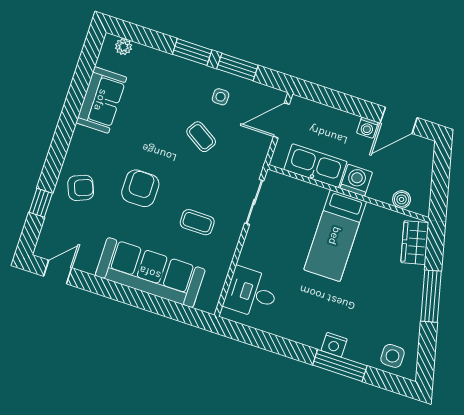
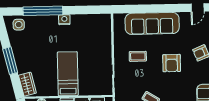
desk: (251, 293) -> (99, 31), removed
nightstand: (334, 345) -> (64, 20), moved
window: (340, 365) -> (43, 11), width x1.46

